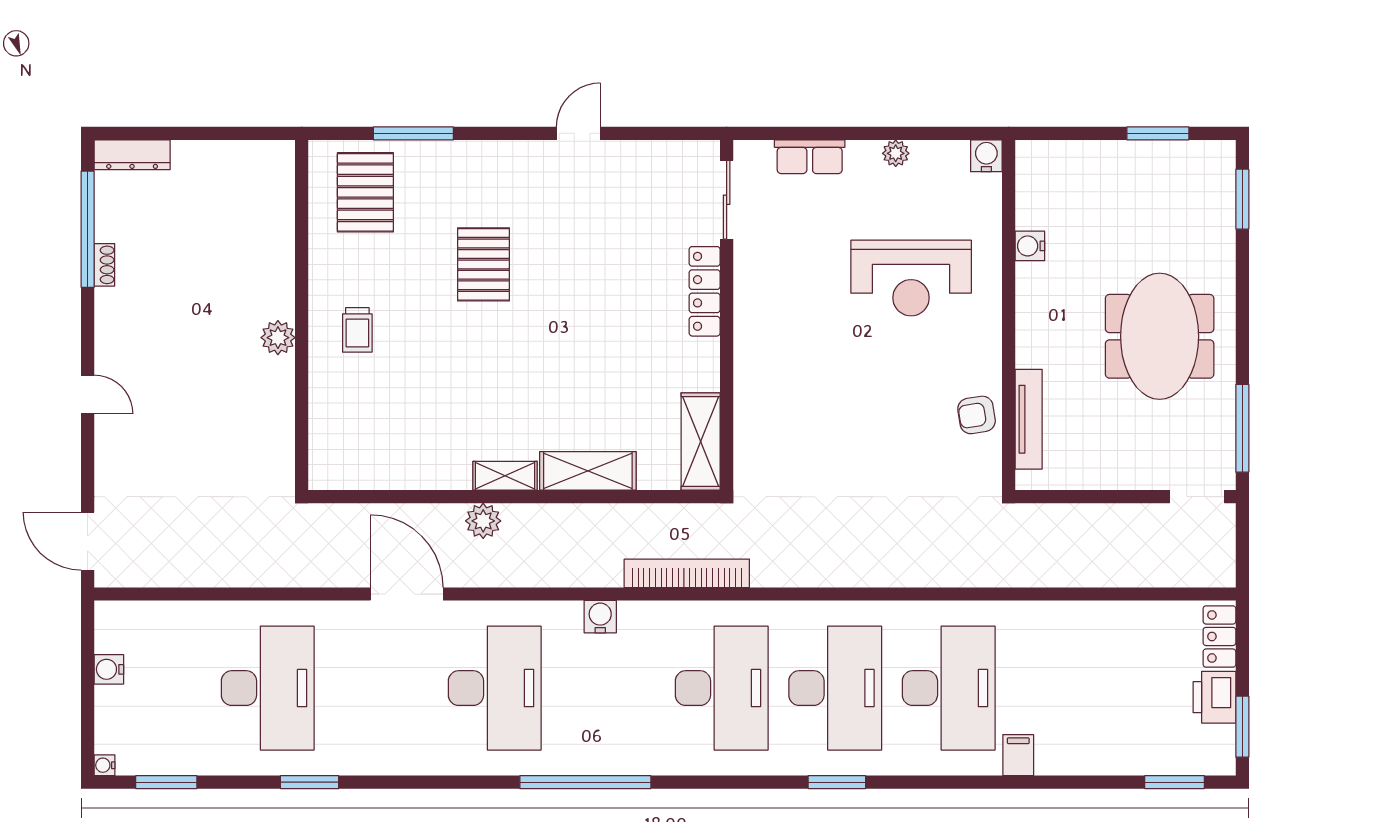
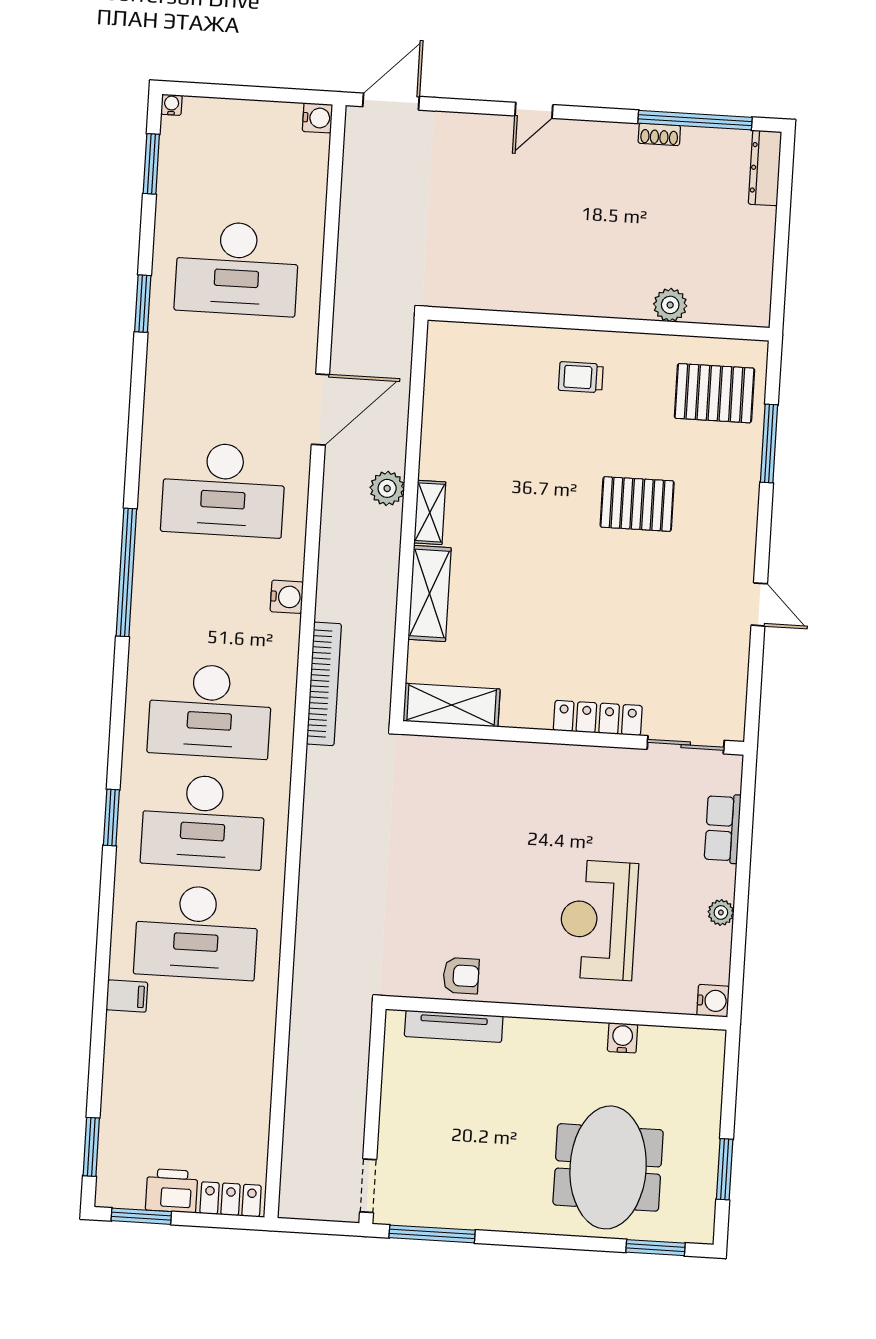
meeting table: (1160, 336) -> (608, 1167), moved, turned 90
plant: (278, 338) -> (670, 305), moved
armchair: (977, 415) -> (461, 976), turned 99
water cooler: (109, 669) -> (317, 118), moved, turned 90

